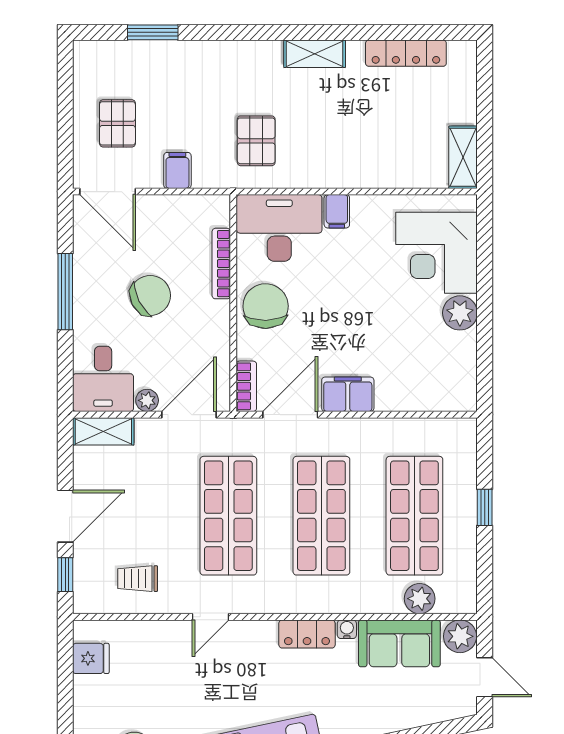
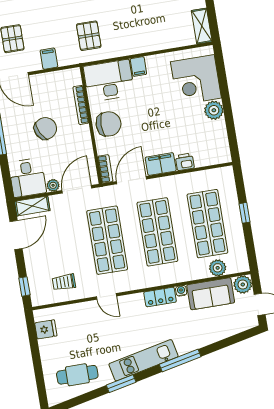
chair: (266, 306) -> (109, 124), turned 91
printer: (392, 397) -> (185, 162), added
door: (65, 516) -> (16, 235), moved
door: (210, 617) -> (107, 296), hinge flipped

